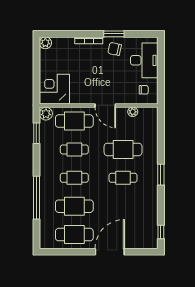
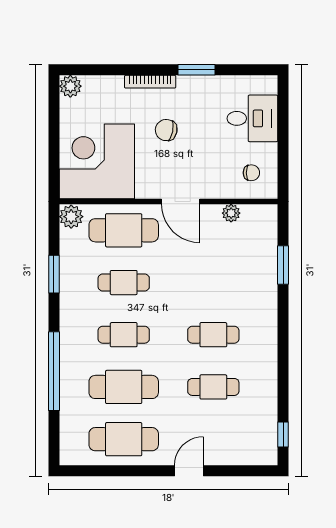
chair: (115, 49) -> (166, 130), moved
desk: (144, 60) -> (252, 118), width x0.73
corner desk: (54, 89) -> (97, 161), width x1.36, depth x1.36
window: (36, 133) -> (54, 274), moved
cafe table: (123, 149) -> (213, 387), moved, width x0.73, depth x0.74
window: (161, 175) -> (283, 265), moved
door: (110, 252) -> (189, 471), width x0.53

